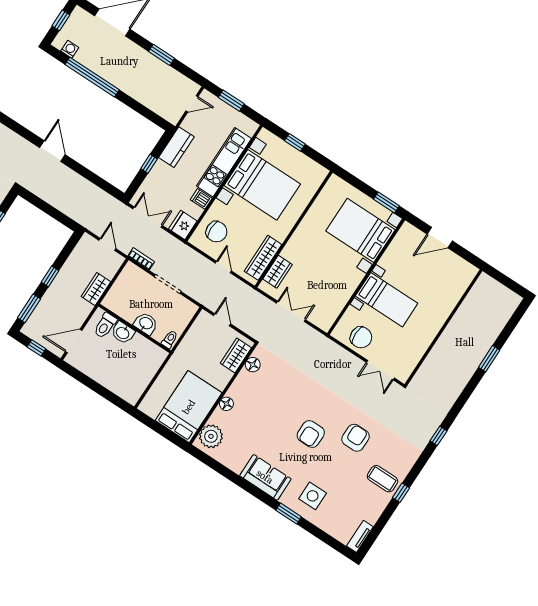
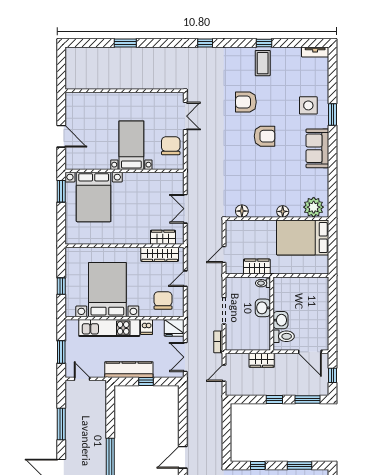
window: (162, 55) -> (61, 424), width x1.44
kitchen counter: (176, 147) -> (129, 370), width x1.50
wardrobe: (236, 356) -> (257, 267), moved, turned 180

